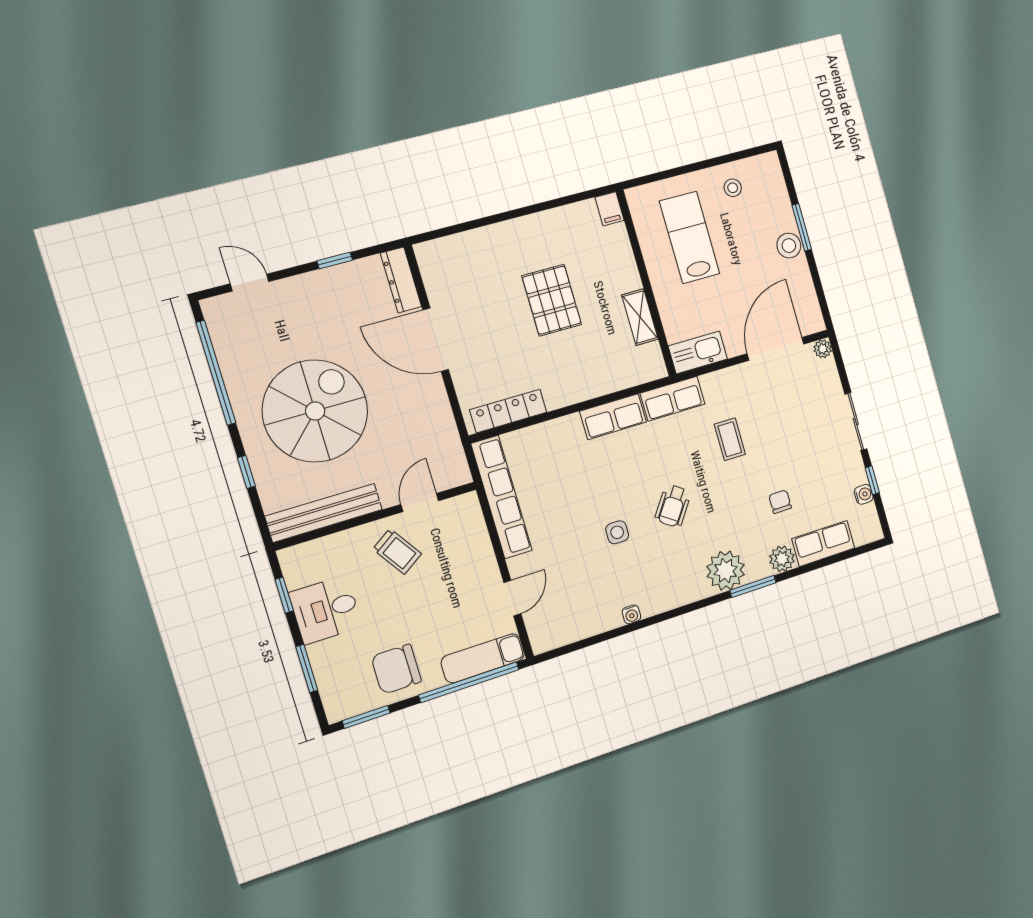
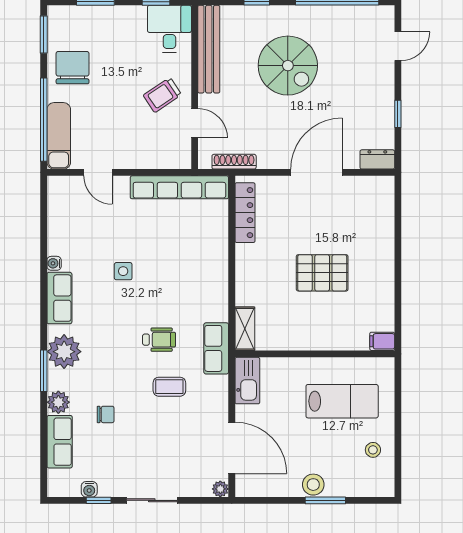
dresser: (401, 280) -> (377, 159), width x0.70
shelving: (640, 317) -> (245, 329), moved, turned 90
spiral stairs: (315, 411) -> (288, 66), width x0.73, depth x0.73
row of seats: (613, 417) -> (59, 298), moved, turned 180
shoe rack: (452, 442) -> (234, 162), added
wheelchair: (673, 506) -> (159, 340), moved, turned 145
desk: (326, 610) -> (169, 29), moved

